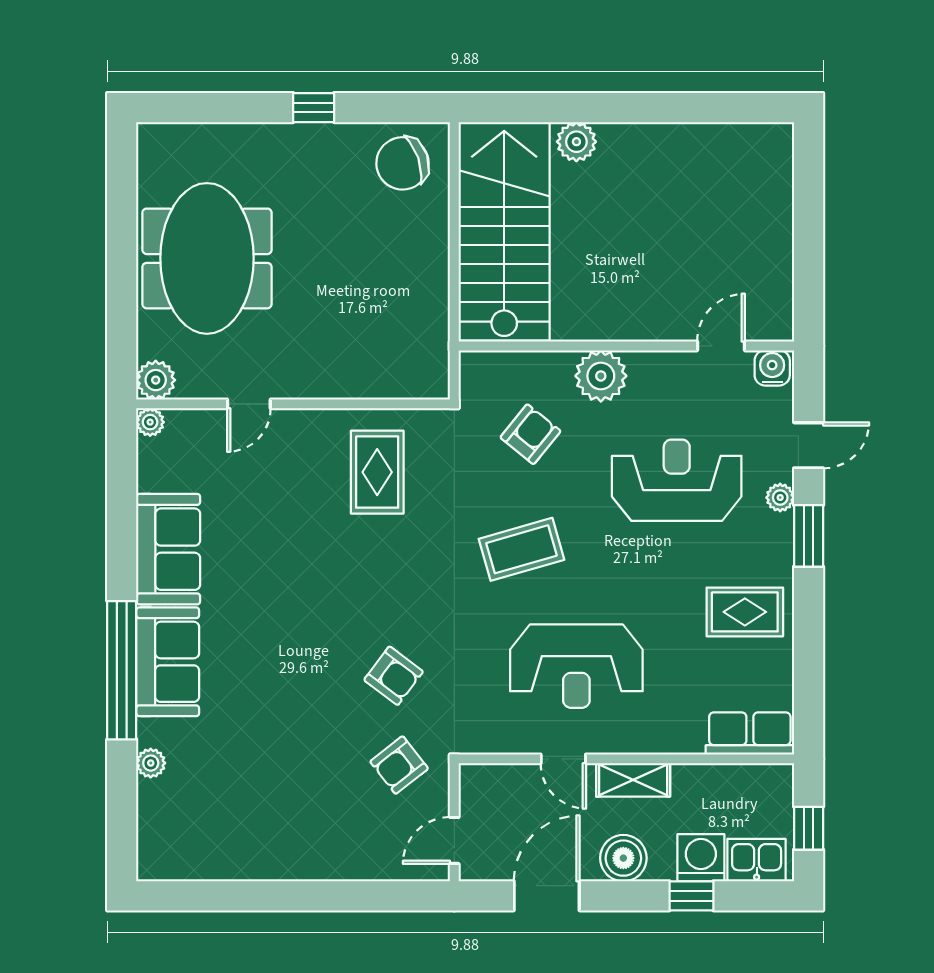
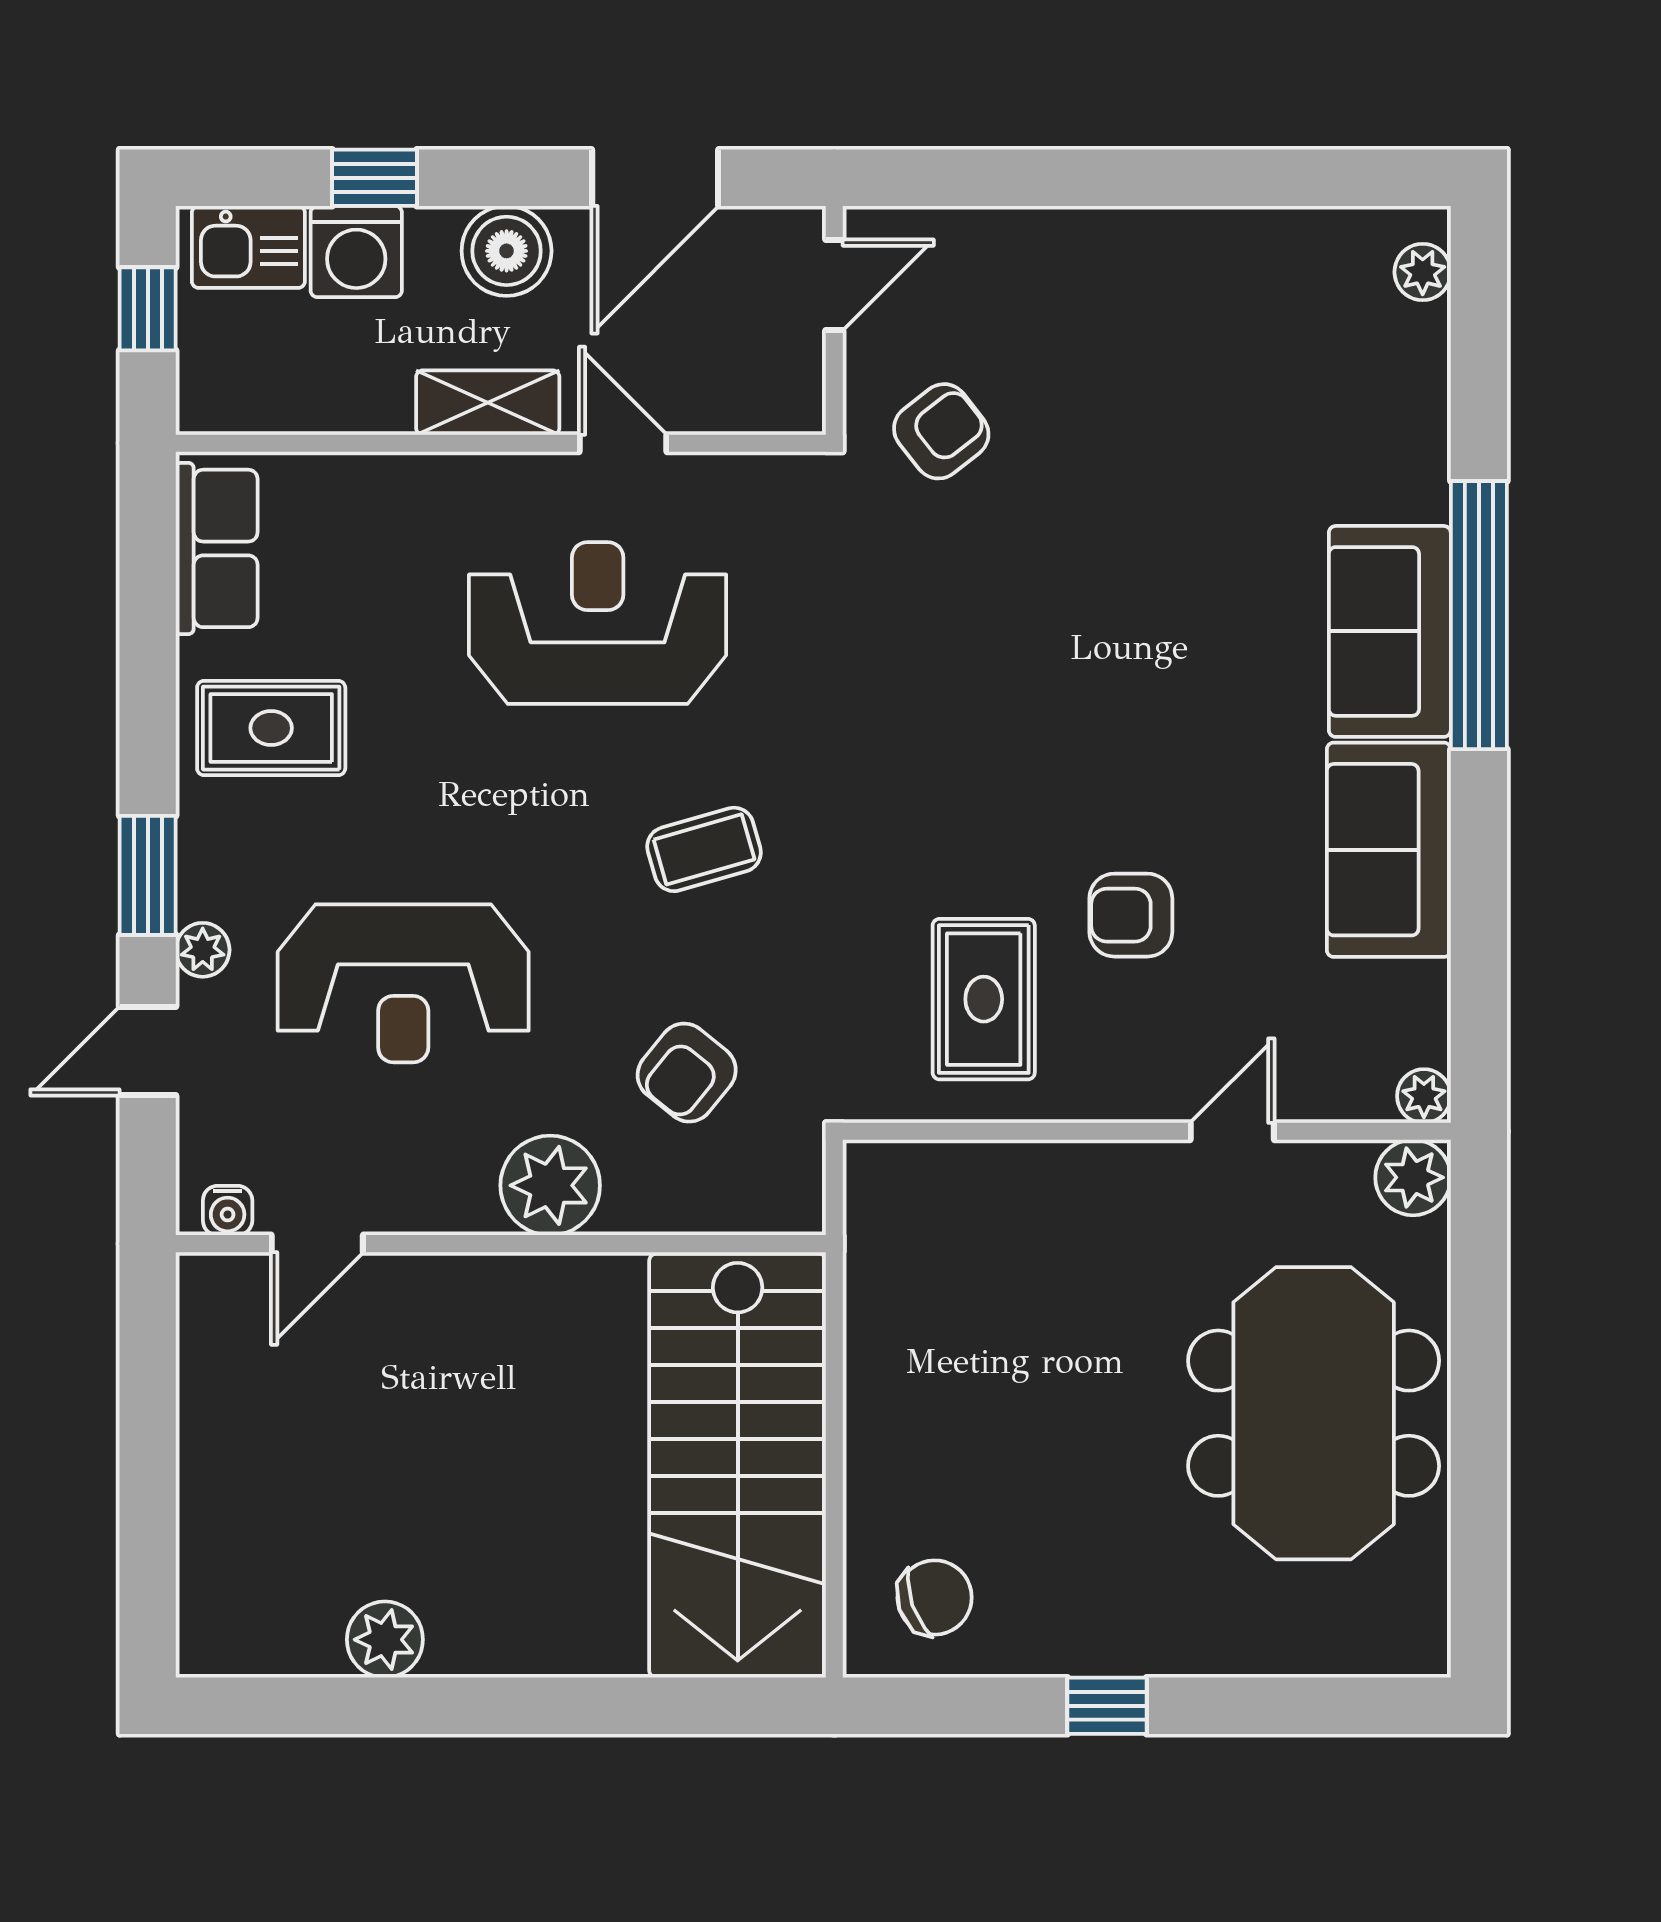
plant: (576, 142) -> (385, 1640), moved
chair: (402, 163) -> (935, 1597), width x0.73, depth x0.73
water cooler: (772, 368) -> (228, 1211), width x0.72, depth x0.72
coffee table: (521, 549) -> (704, 849), width x0.73, depth x0.77
armchair: (394, 676) -> (1131, 915), moved, turned -37
row of seats: (750, 733) -> (217, 548), moved, turned -90
plant: (151, 763) -> (1423, 272), moved

